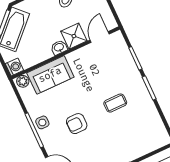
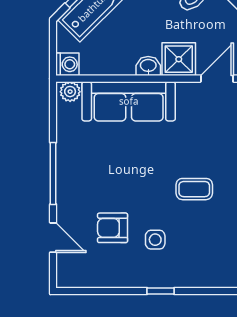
sofa: (50, 75) -> (129, 101), width x1.36
side table: (42, 122) -> (155, 240), moved
armchair: (77, 124) -> (113, 228), moved

